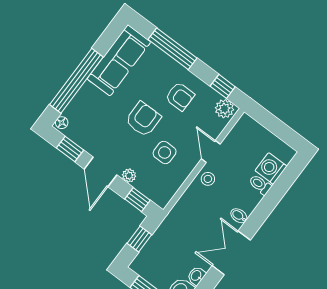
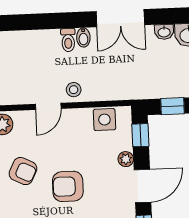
armchair: (180, 96) -> (23, 171), turned 116
side table: (165, 152) -> (104, 120), moved
washing machine: (271, 168) -> (21, 43), removed
toilet: (260, 185) -> (68, 40), moved

